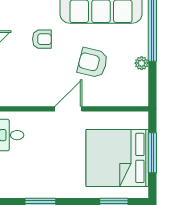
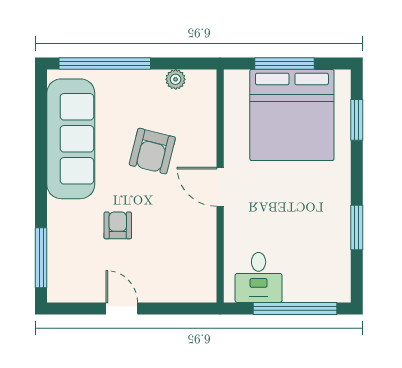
plant: (142, 63) -> (176, 79), moved

